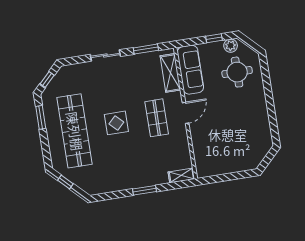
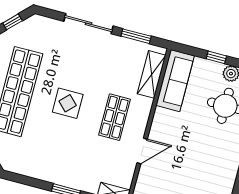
sliding door: (105, 55) -> (88, 24), width x1.37
door: (186, 113) -> (142, 151), moved

